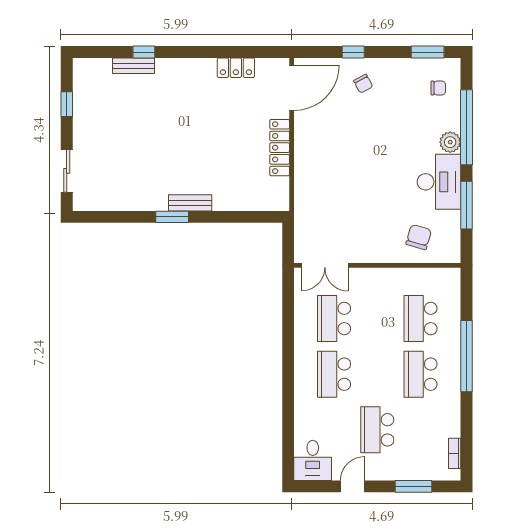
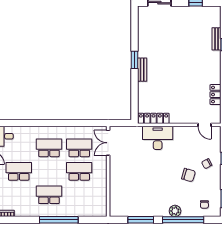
door: (292, 88) -> (205, 125), width x0.53
locker: (280, 148) -> (153, 118), moved
desk: (439, 182) -> (158, 138), moved, turned 180
chair: (419, 237) -> (188, 175), moved
school desk: (421, 319) -> (79, 171), moved

